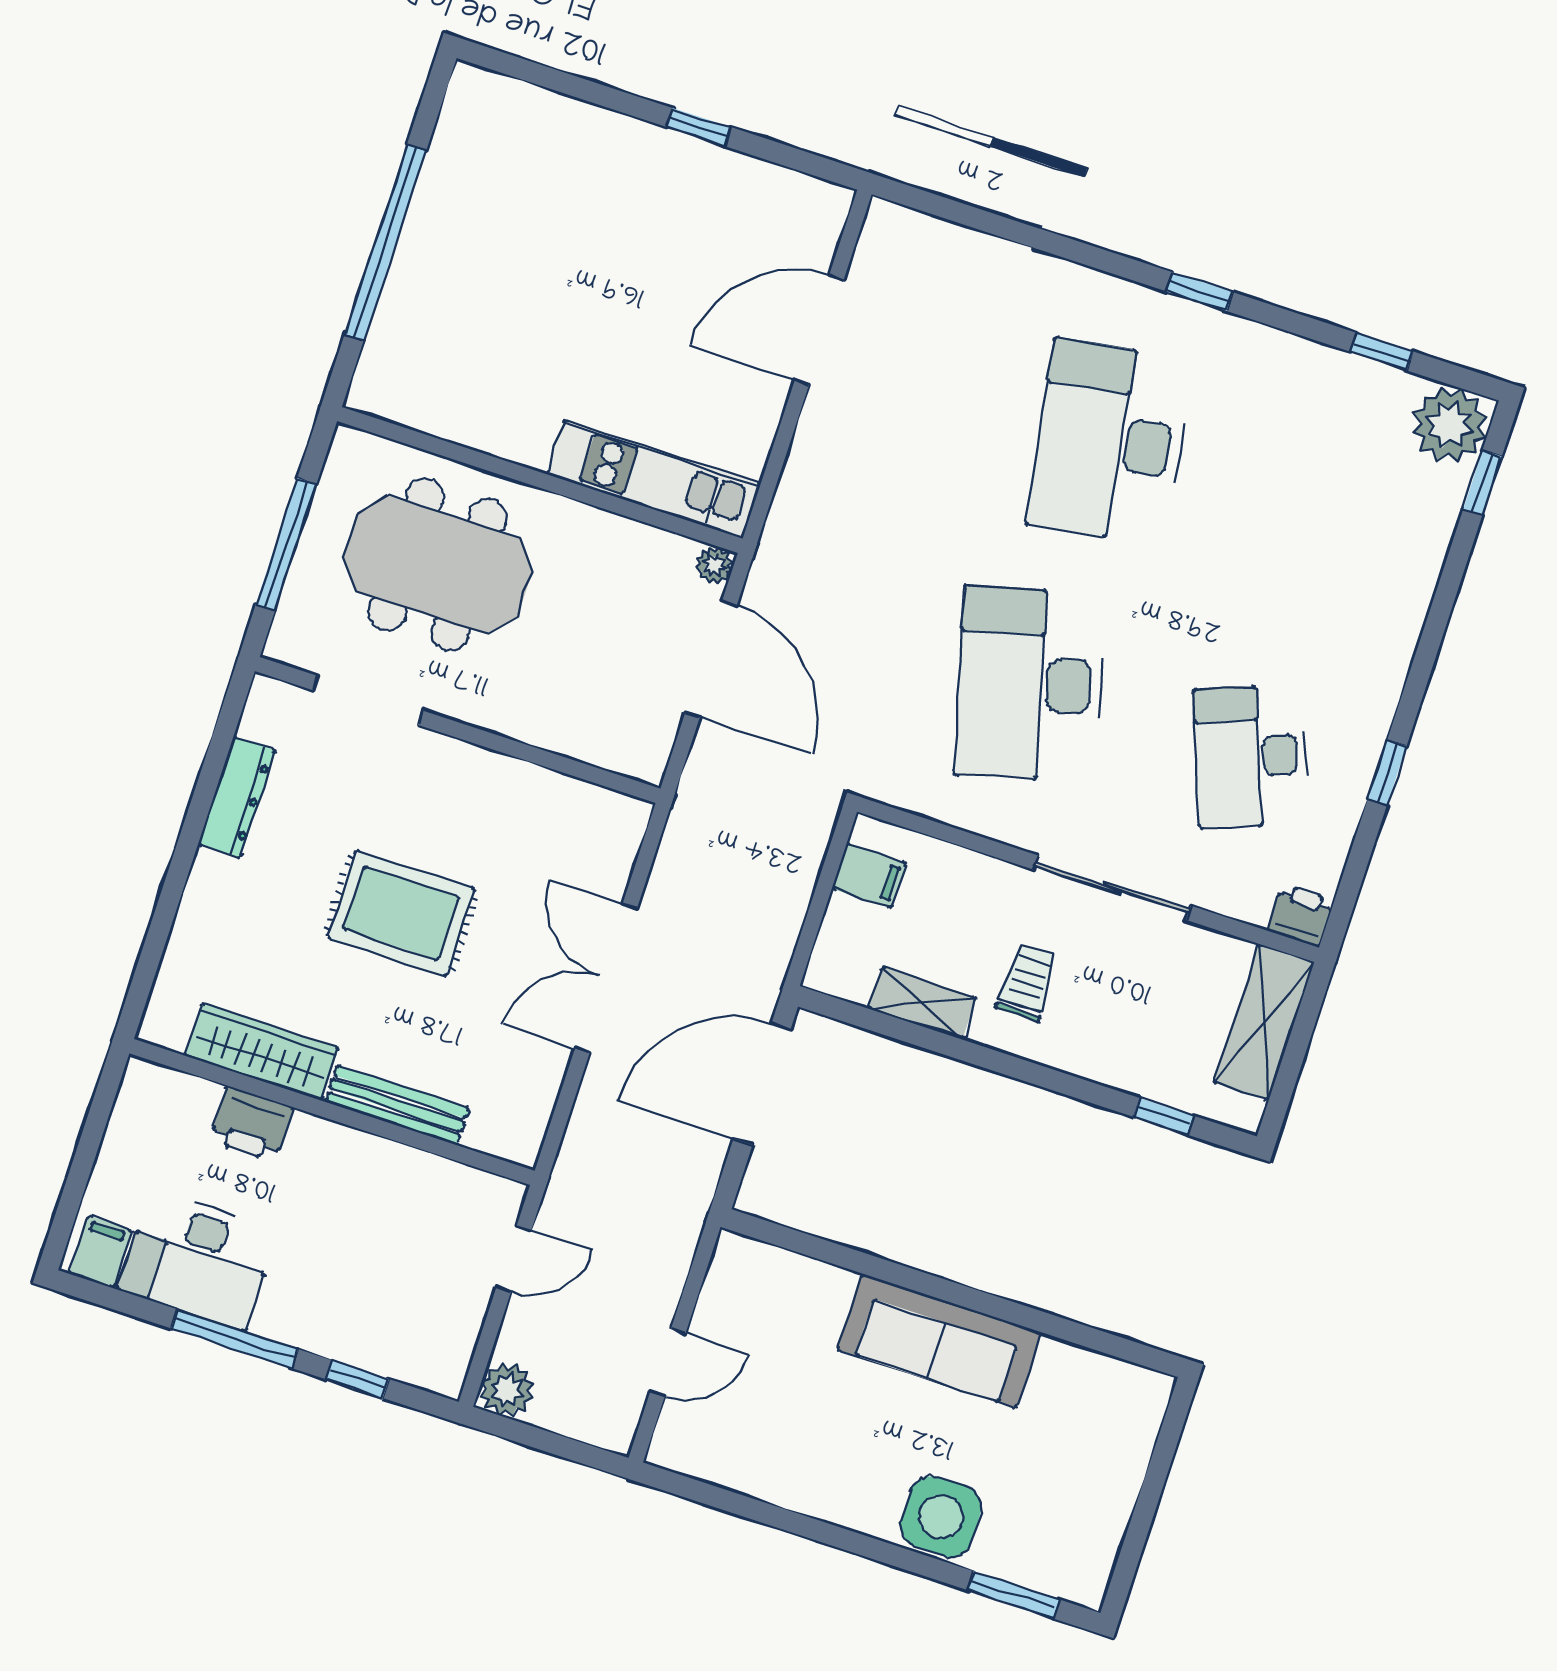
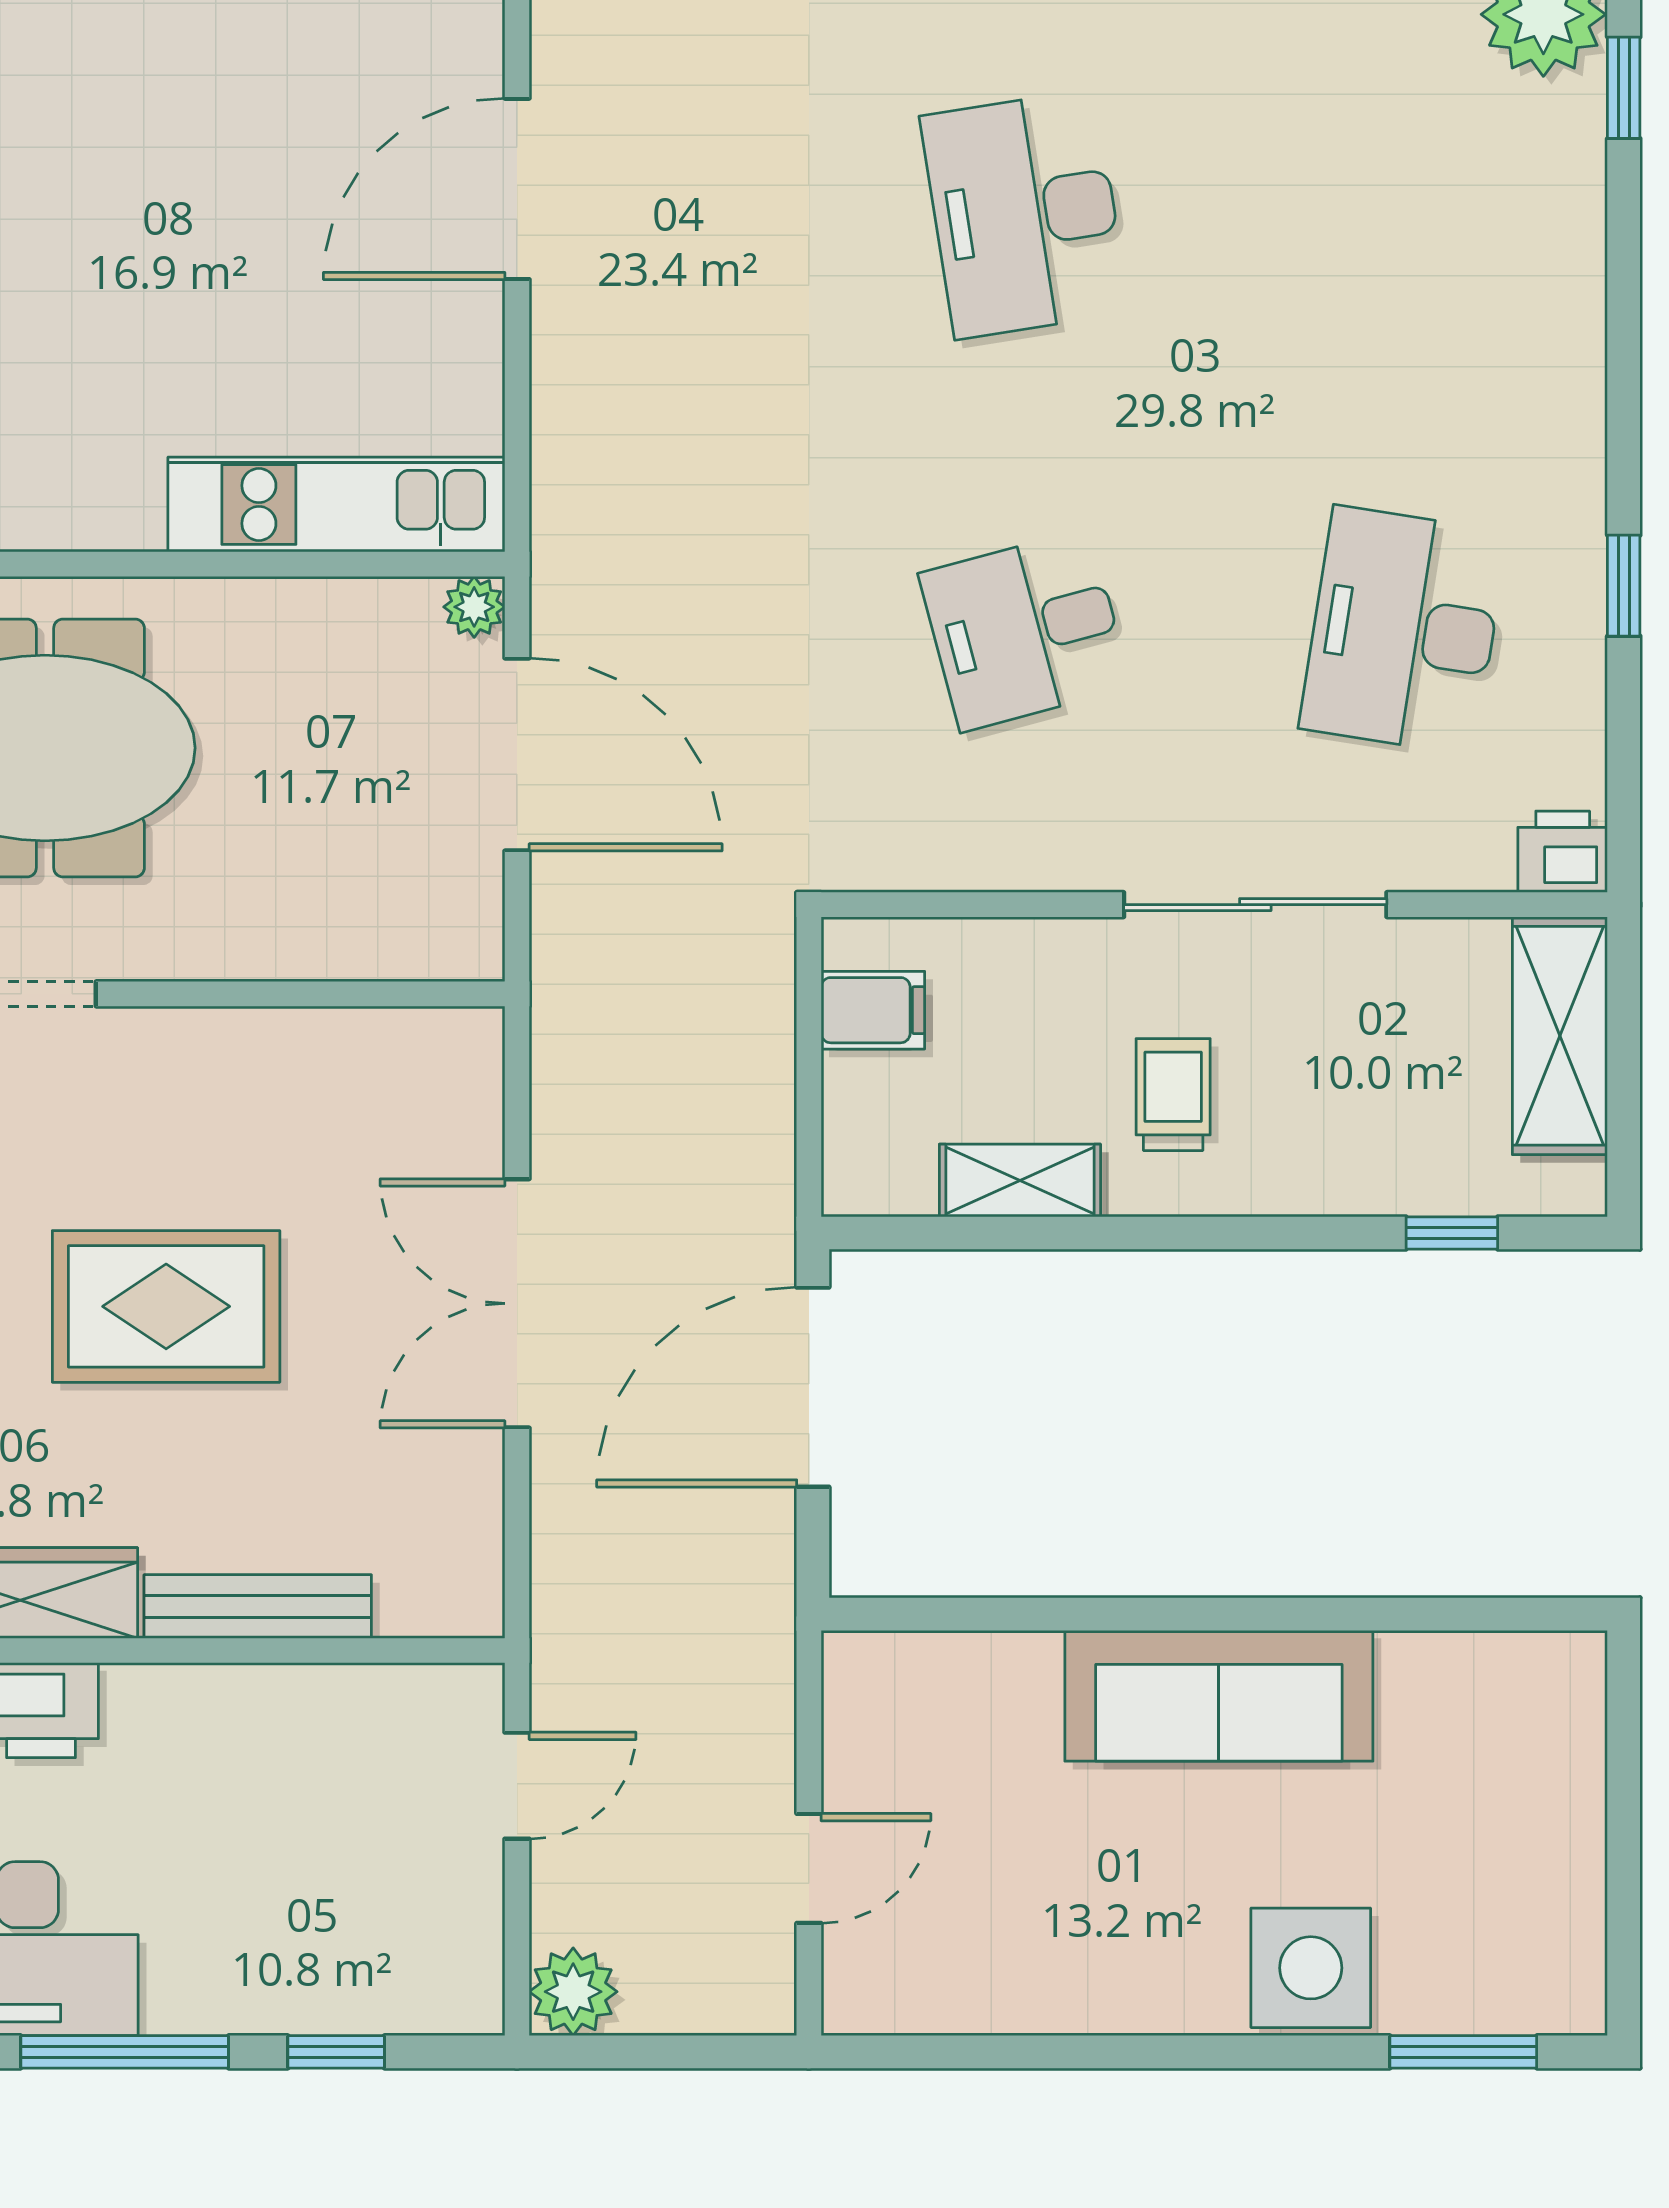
desk: (1110, 442) -> (1025, 214), width x0.73, depth x0.77
desk: (1030, 684) -> (1025, 630), width x0.53, depth x0.77
desk: (1251, 756) -> (1404, 630), turned 30

